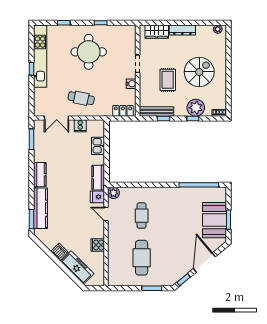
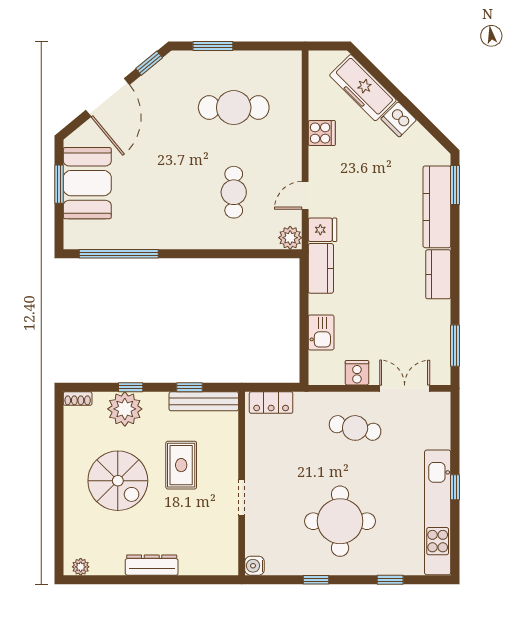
wardrobe: (157, 32) -> (203, 562), removed
spiral stairs: (199, 72) -> (118, 481), turned -90
water cooler: (131, 84) -> (255, 566), moved
door: (106, 214) -> (305, 195), swing flipped
cafe table: (142, 258) -> (234, 108), turned 90

